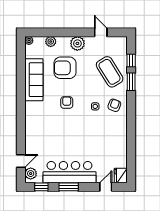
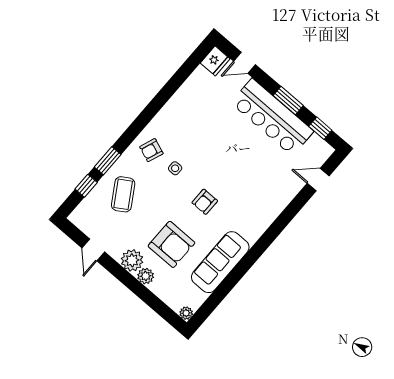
plant: (51, 42) -> (146, 276), moved
coffee table: (110, 72) -> (123, 194), width x0.73, depth x0.76
plant: (31, 174) -> (319, 155), removed

